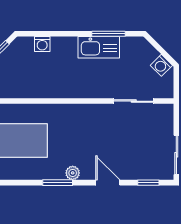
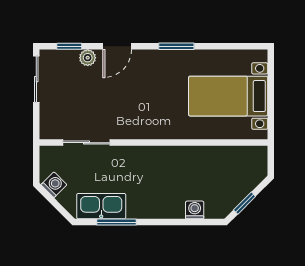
kitchen sink: (99, 47) -> (101, 206), moved
plant: (73, 173) -> (88, 58), moved
door: (108, 183) -> (117, 46), hinge flipped

